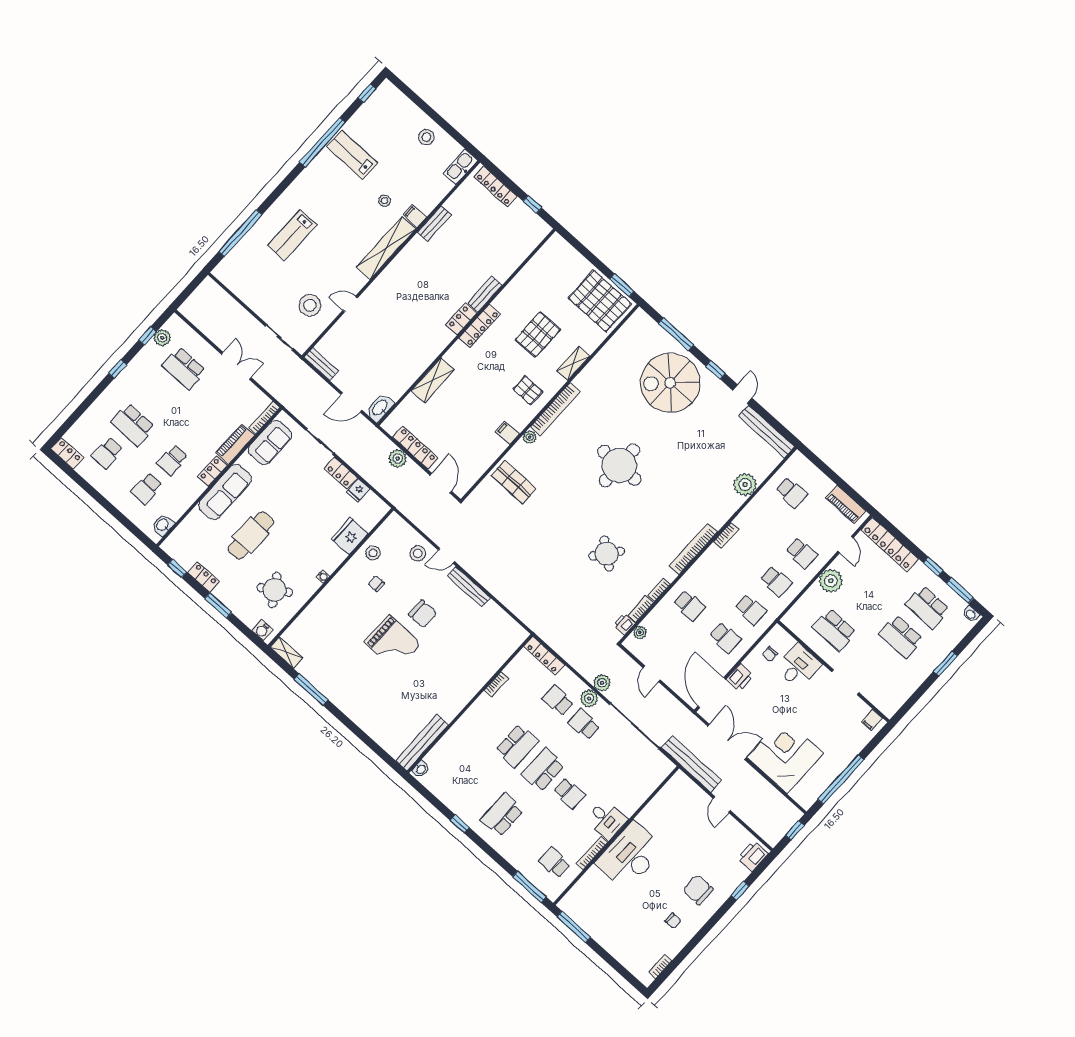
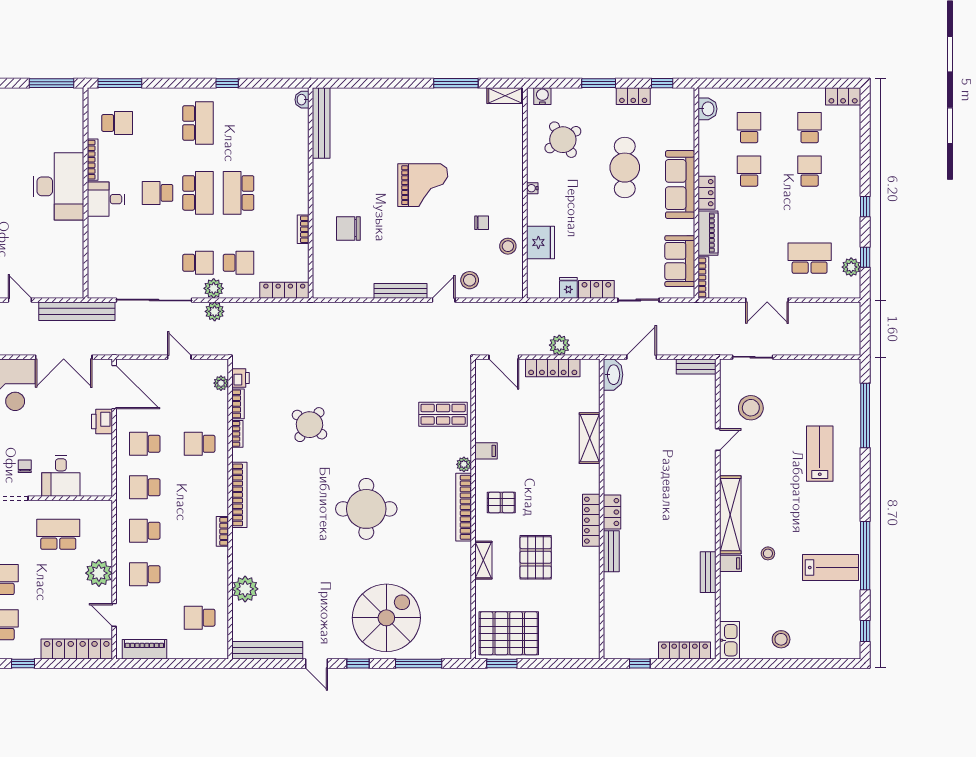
school desk: (133, 425) -> (810, 171), width x0.54
chair: (423, 614) -> (348, 228), moved
grand piano: (392, 643) -> (423, 185), turned 180
chair: (770, 654) -> (25, 466), moved

